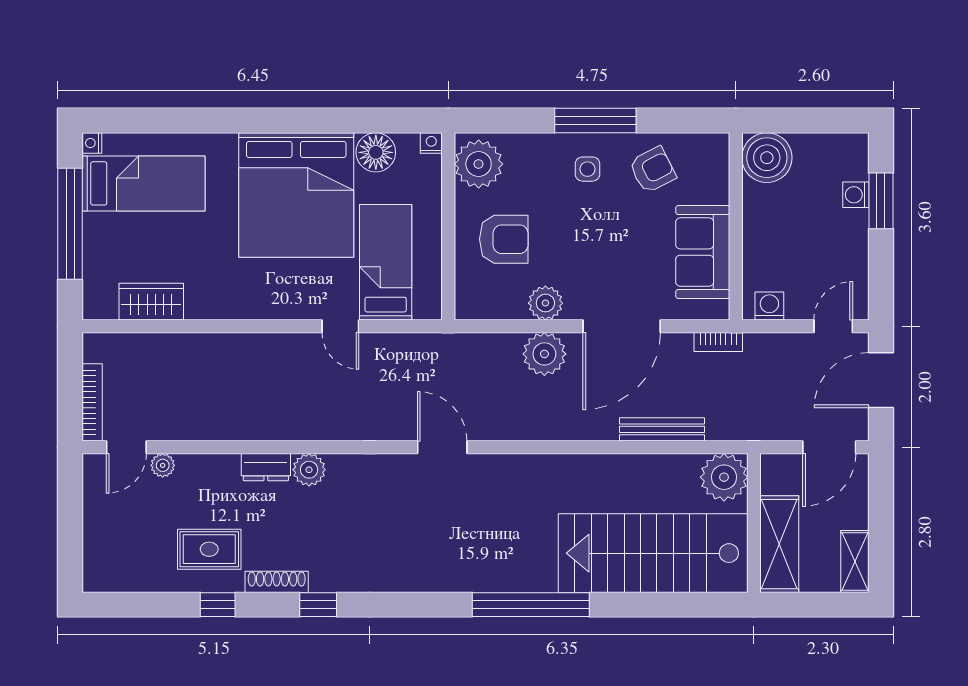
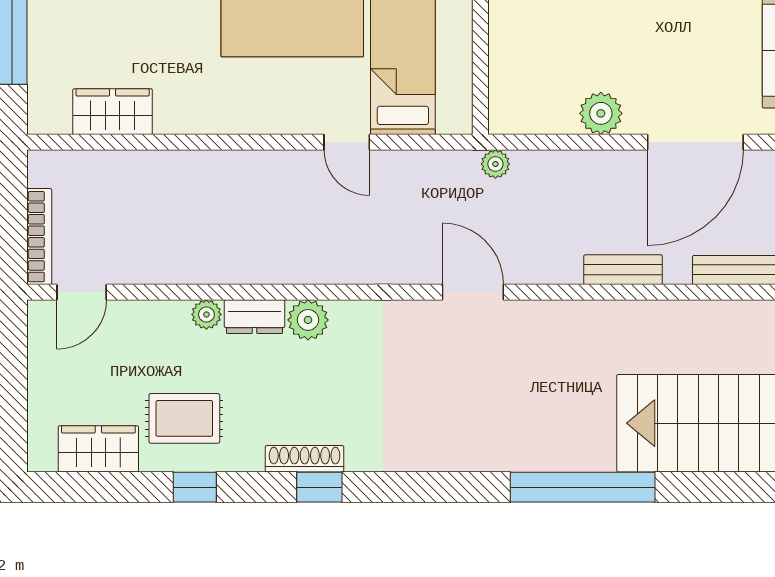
armchair: (504, 239) -> (549, 34), removed
plant: (544, 354) -> (495, 164), moved, width x0.53, depth x0.53
bench: (563, 429) -> (623, 270), added
plant: (163, 465) -> (206, 314), moved
wardrobe: (140, 574) -> (98, 449), added
shoe rack: (277, 582) -> (305, 459), moved

